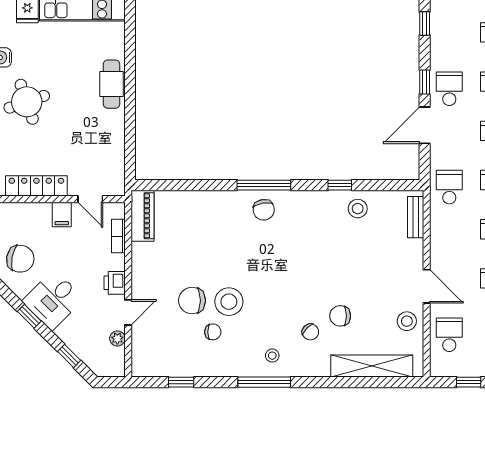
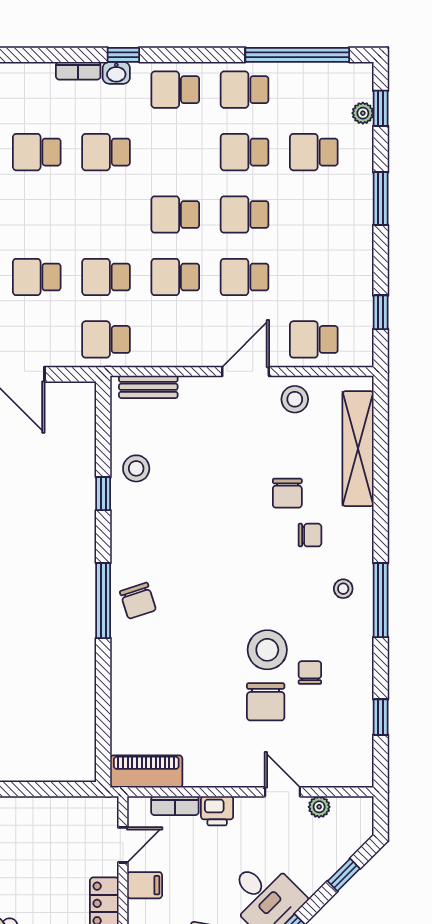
chair: (264, 210) -> (138, 601), turned 82
printer: (115, 283) -> (217, 811), moved
chair: (310, 332) -> (310, 535), turned 45

